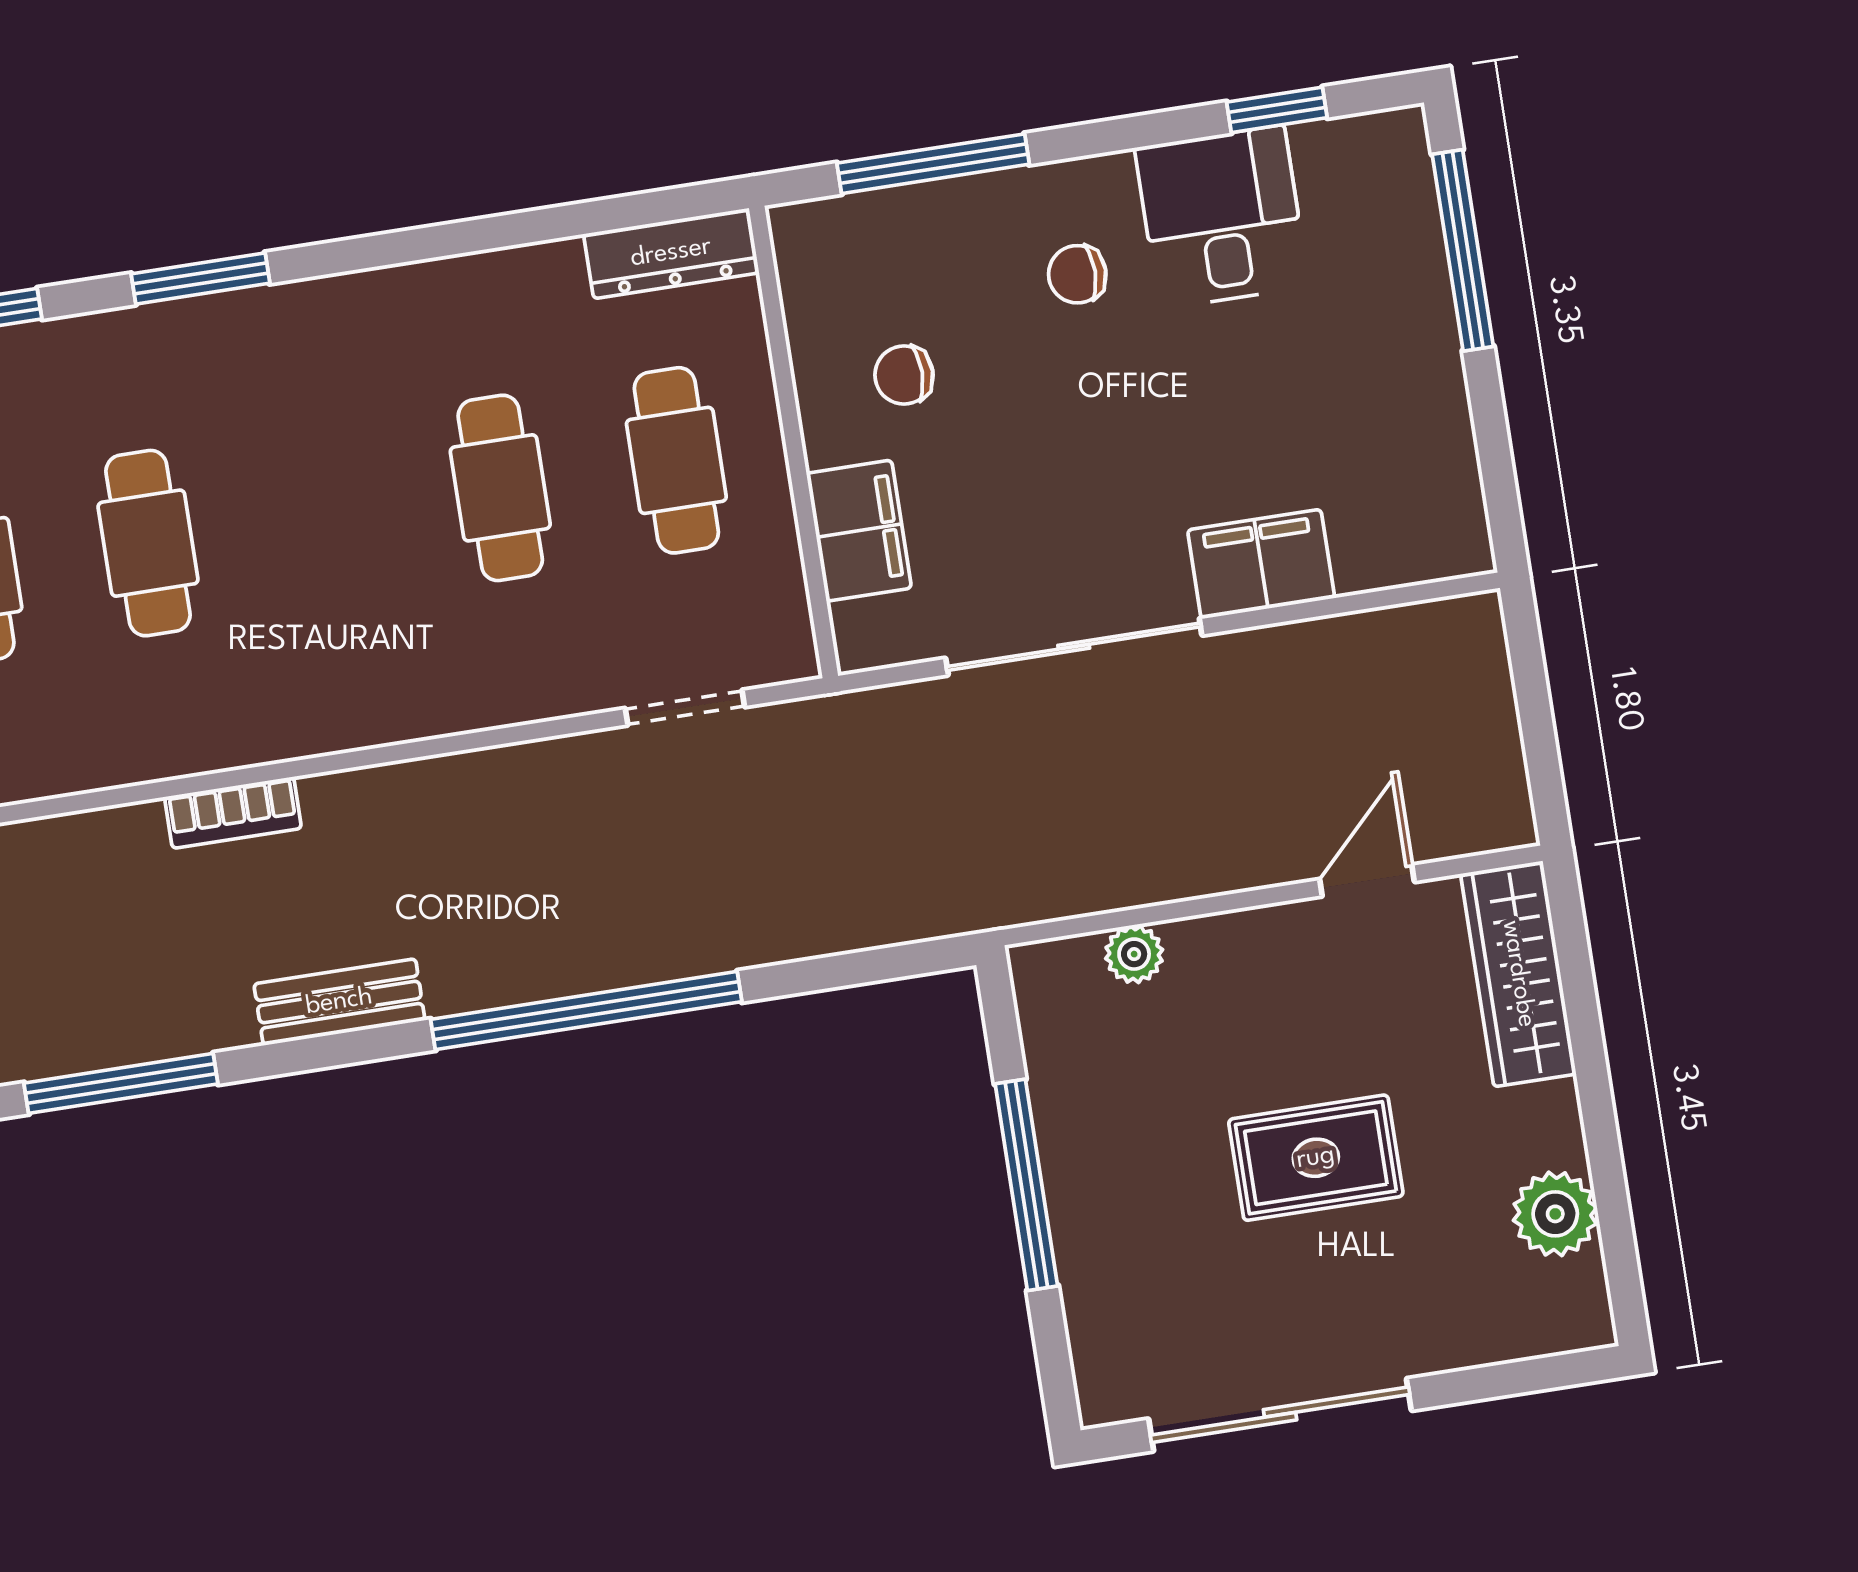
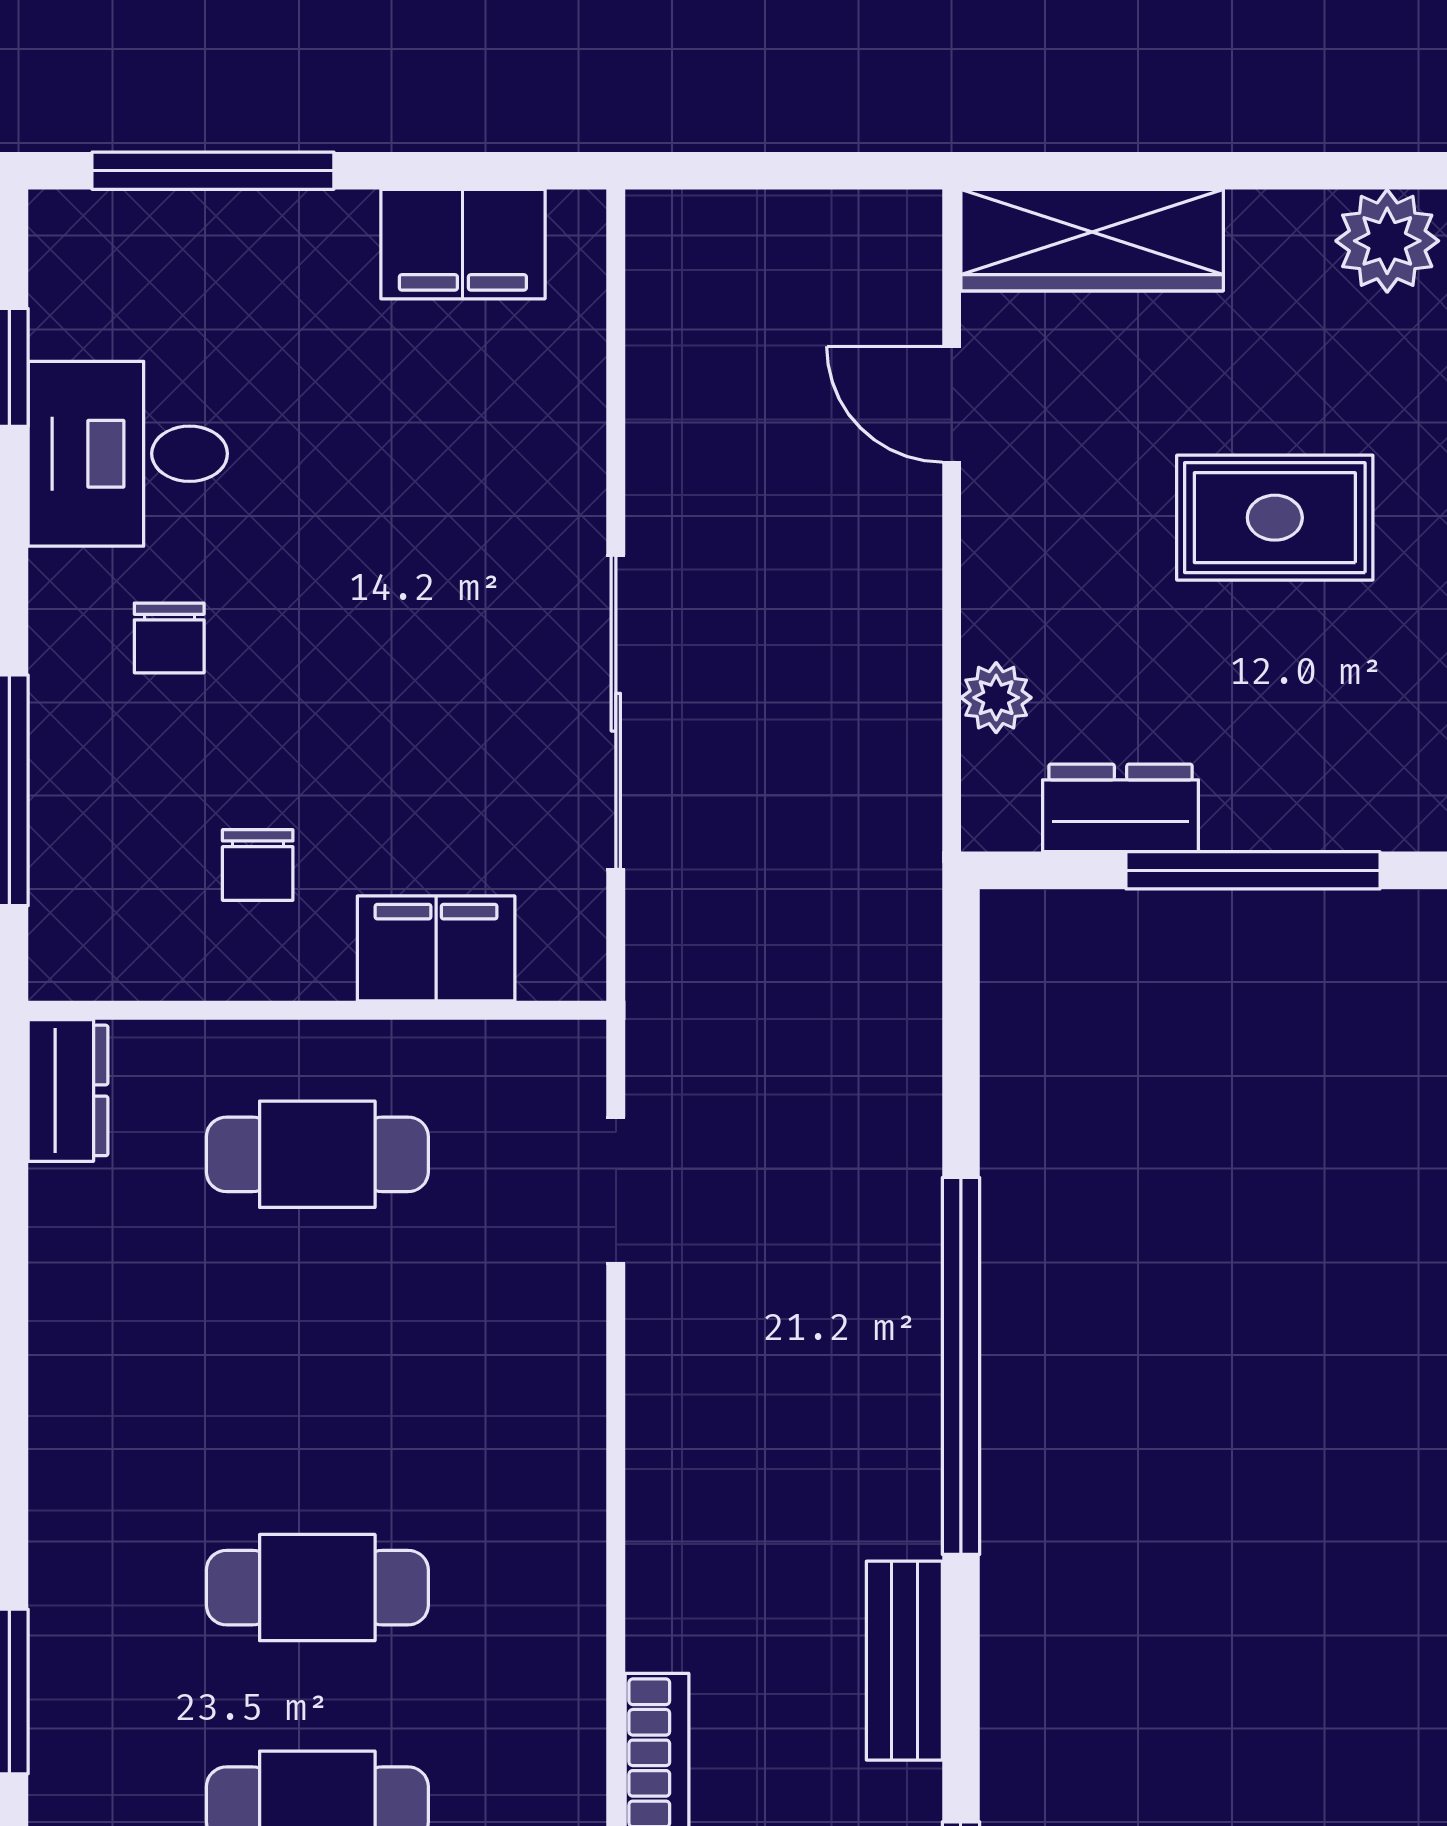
dresser: (671, 253) -> (68, 1090), width x0.70
cafe table: (500, 488) -> (317, 1588), moved
filing cabinet: (1261, 564) -> (463, 244), moved, turned -90
dresser: (1060, 1069) -> (1121, 808), added
rug: (1316, 1158) -> (1275, 518), turned 90

